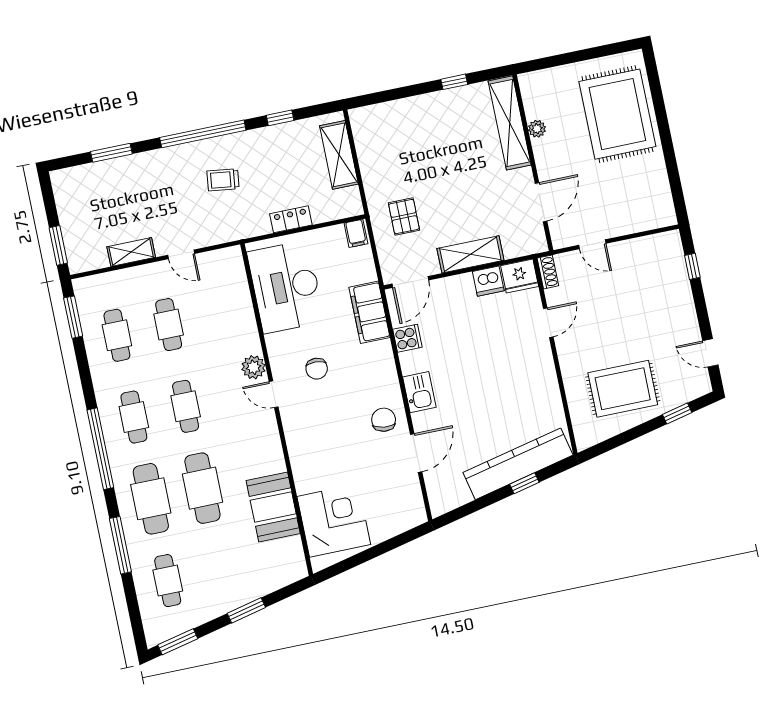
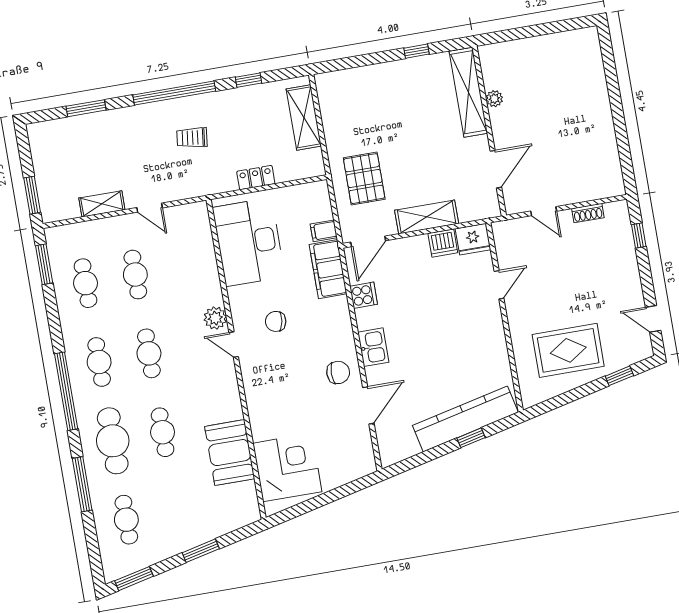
rug: (617, 114) -> (572, 87), removed
pallet: (404, 217) -> (364, 179), width x1.50, depth x1.42
filing cabinet: (356, 233) -> (324, 231), moved, turned 90
shoe rack: (548, 272) -> (588, 213), moved, turned 90
chair: (317, 369) -> (276, 321), turned 97
chair: (384, 420) -> (338, 372), turned 83
cafe table: (202, 488) -> (163, 432), width x0.73, depth x0.74

